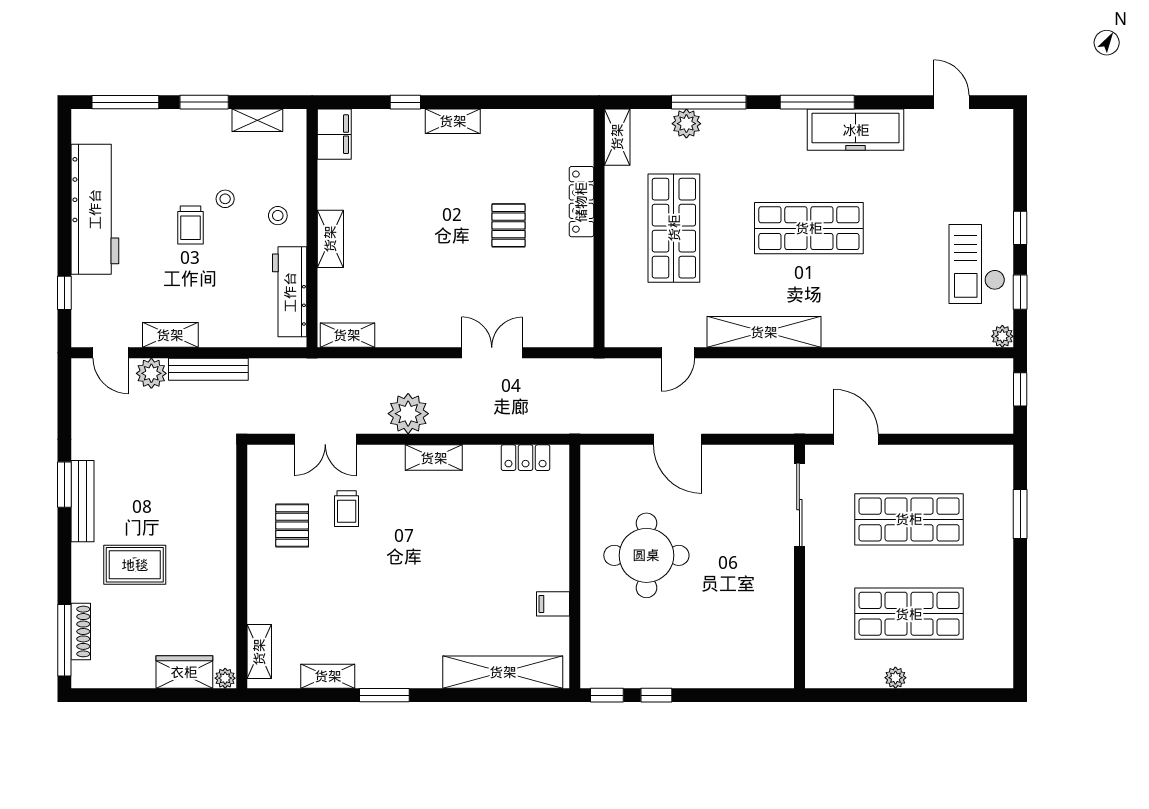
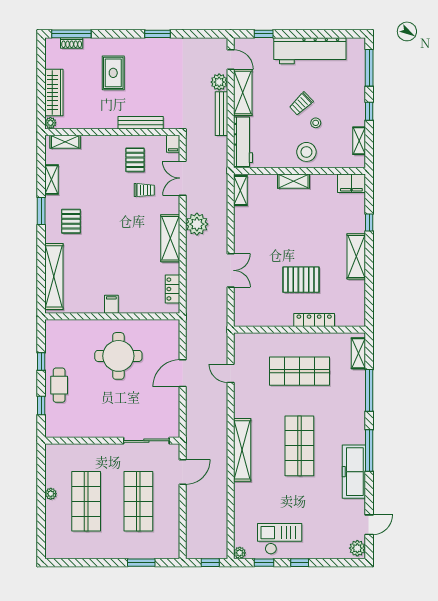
window: (204, 102) -> (369, 111), width x0.67
shelving: (453, 121) -> (356, 256), width x1.50, depth x1.33
plant: (686, 124) -> (357, 548), moved
shelving: (617, 137) -> (358, 353), moved, turned 90
stool: (278, 216) -> (306, 152), width x1.89, depth x1.89
trolley: (191, 225) -> (301, 104), turned -44
pallet: (508, 225) -> (301, 280), width x1.50, depth x1.42
workbench: (290, 292) -> (243, 142), moved, turned 90
shelving: (764, 332) -> (242, 450), moved
shelving: (170, 335) -> (243, 93), width x1.50, depth x1.33
door: (111, 353) -> (231, 60), swing flipped
filing cabinet: (263, 457) -> (173, 144), added
shelving: (434, 458) -> (170, 238), width x1.50, depth x1.33
bench: (83, 501) -> (141, 123), moved
trolley: (347, 509) -> (144, 190), turned 180
pallet: (292, 525) -> (135, 160), turned 90
filing cabinet: (553, 604) -> (111, 304), moved
shoe rack: (81, 631) -> (72, 43), width x0.70
pallet: (403, 641) -> (71, 221), added
cafe table: (699, 662) -> (59, 385), added
wardrobe: (184, 672) -> (54, 92), width x1.50
window: (607, 695) -> (41, 405), moved

